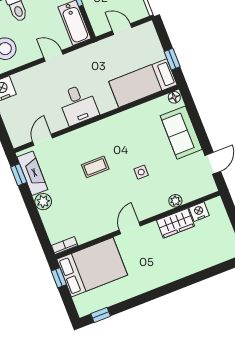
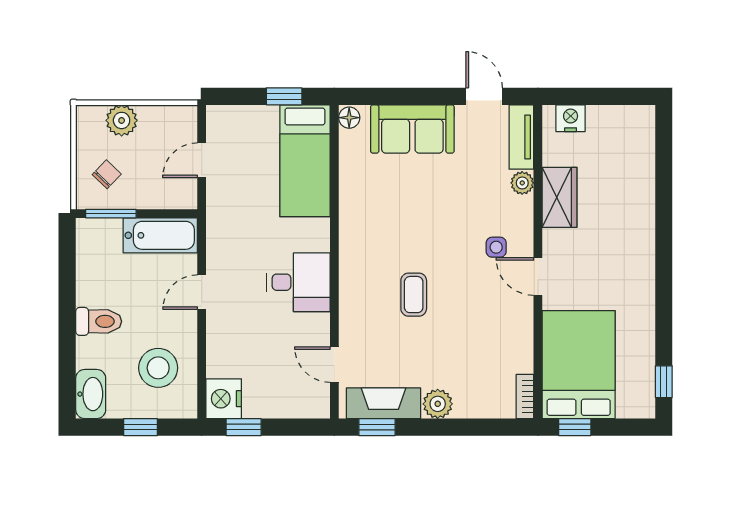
side table: (141, 172) -> (496, 247), moved
tv unit: (199, 191) -> (521, 137), added
nightstand: (199, 212) -> (571, 118), moved, turned 90

